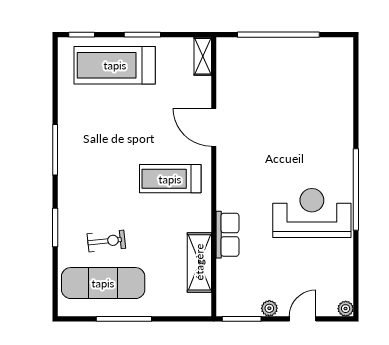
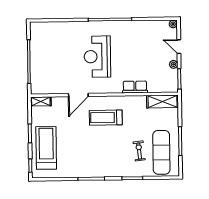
treadmill: (115, 65) -> (46, 148), turned 180
treadmill: (170, 179) -> (106, 118), turned 90
reception desk: (312, 213) -> (97, 57), moved
shelving: (199, 262) -> (163, 101), moved

